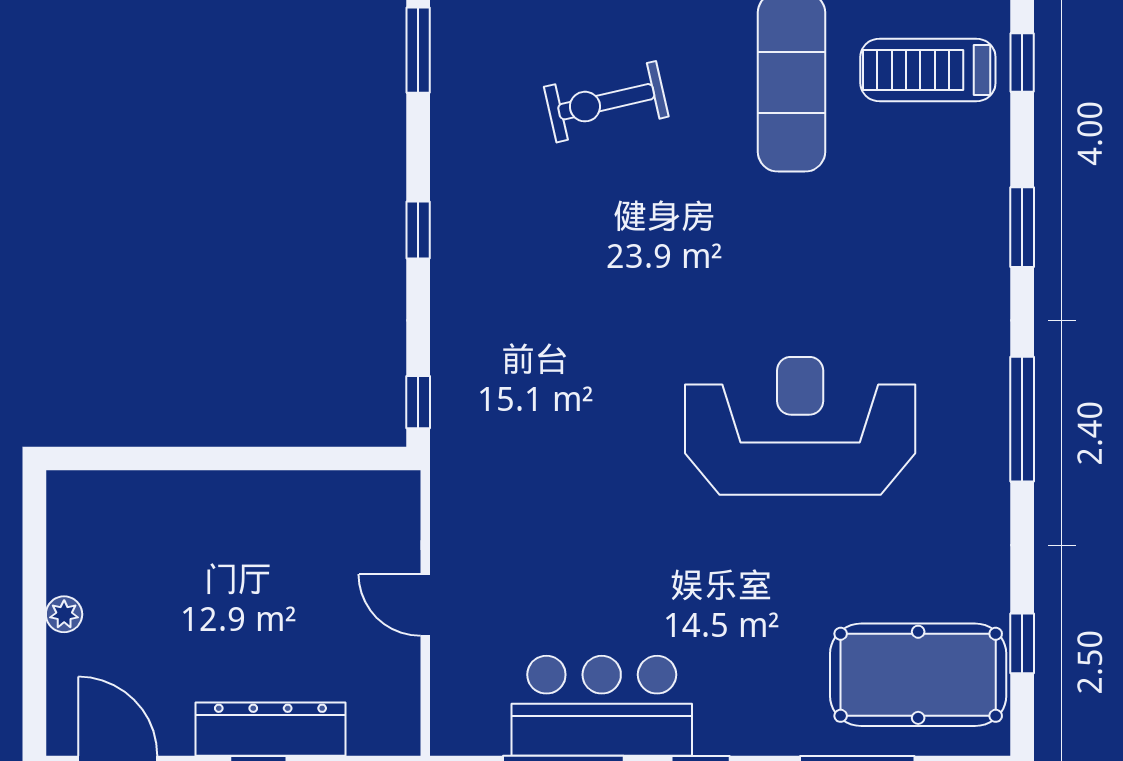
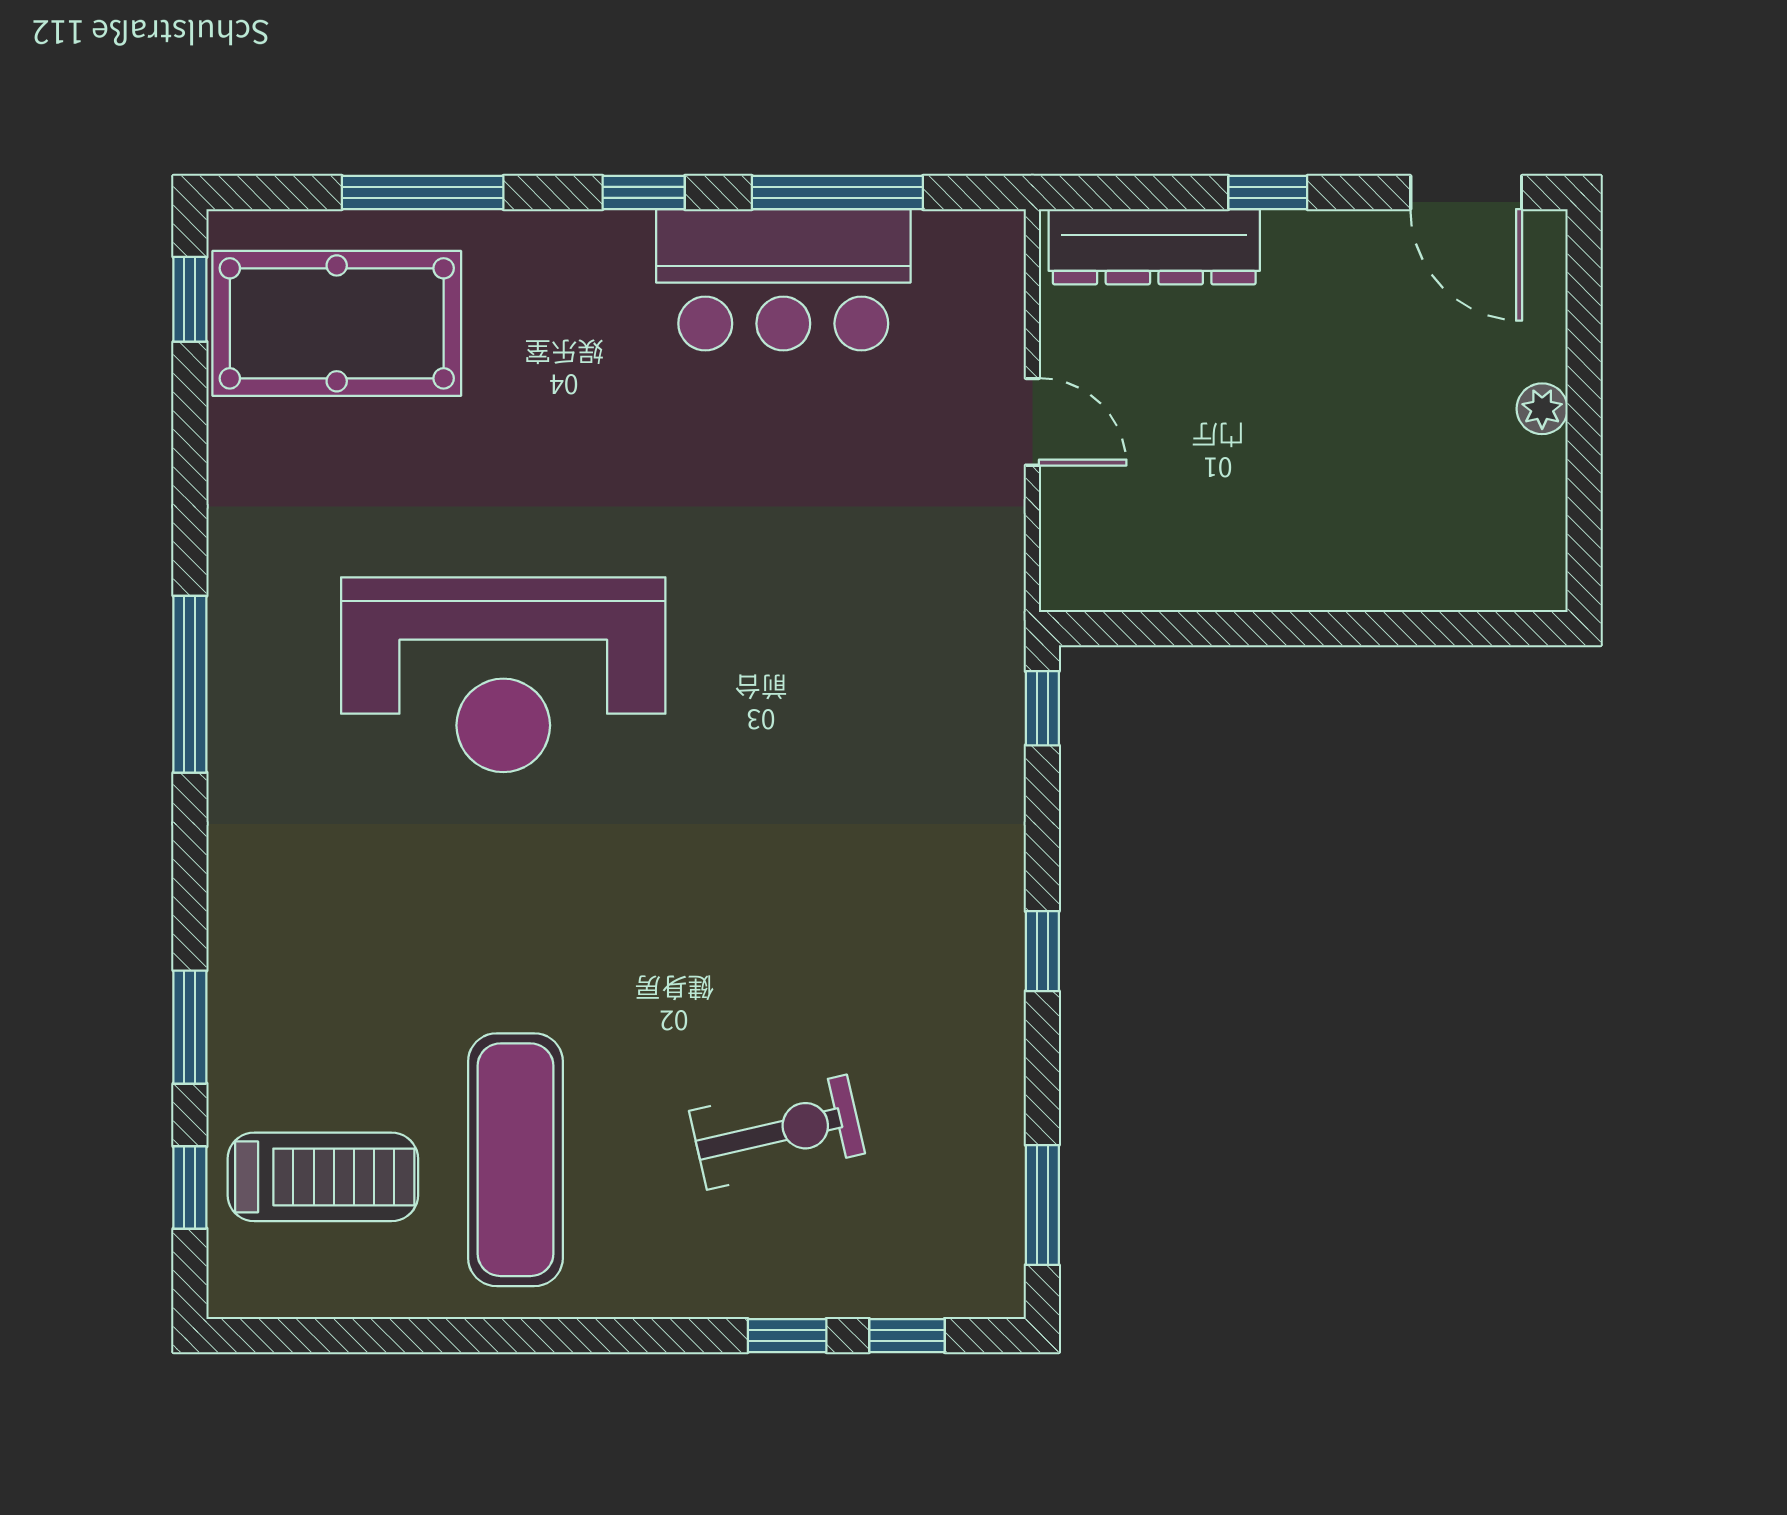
window: (1022, 227) -> (190, 1027), moved
window: (1022, 643) -> (190, 299), moved
dresser: (270, 729) -> (1154, 247), moved

